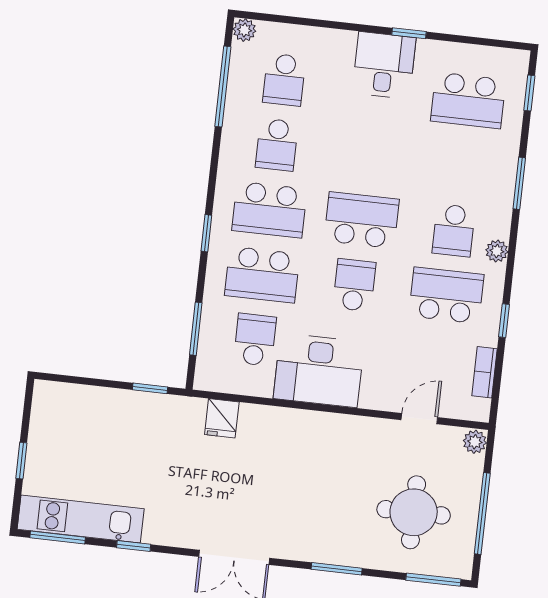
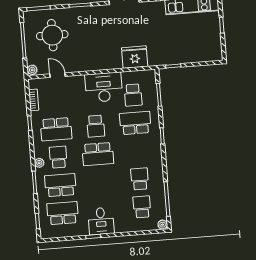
school desk: (270, 210) -> (60, 185), moved
plant: (497, 251) -> (39, 163), moved
fridge: (222, 418) -> (135, 57), width x1.88, depth x1.34
door: (419, 419) -> (57, 75), swing flipped

